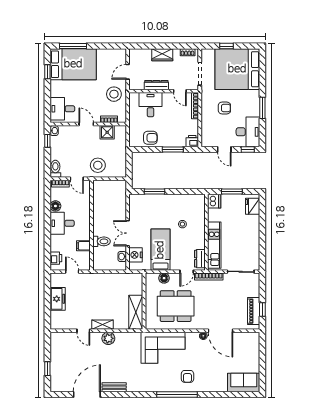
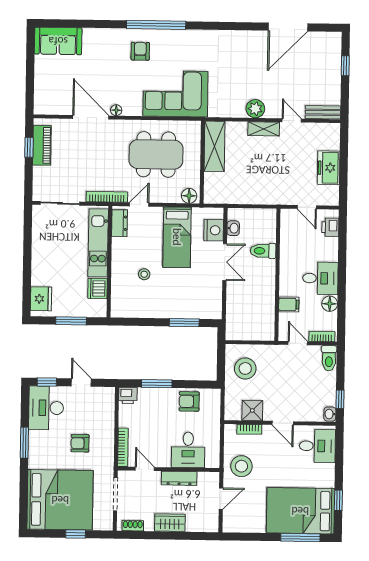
stool: (98, 165) -> (245, 368), moved
dishwasher: (214, 201) -> (97, 288), moved
filing cabinet: (83, 246) -> (289, 304), moved
floor lamp: (164, 278) -> (189, 196), moved
bench: (114, 387) -> (323, 112), moved

